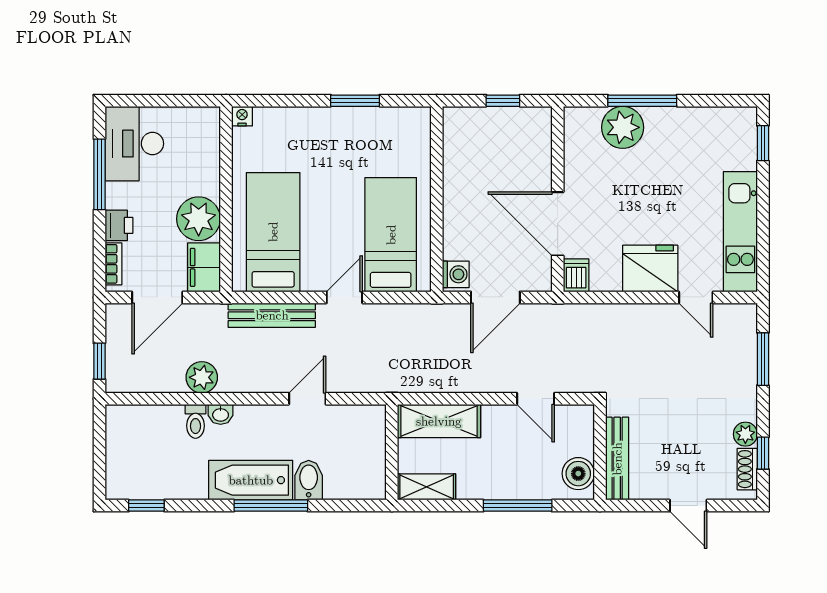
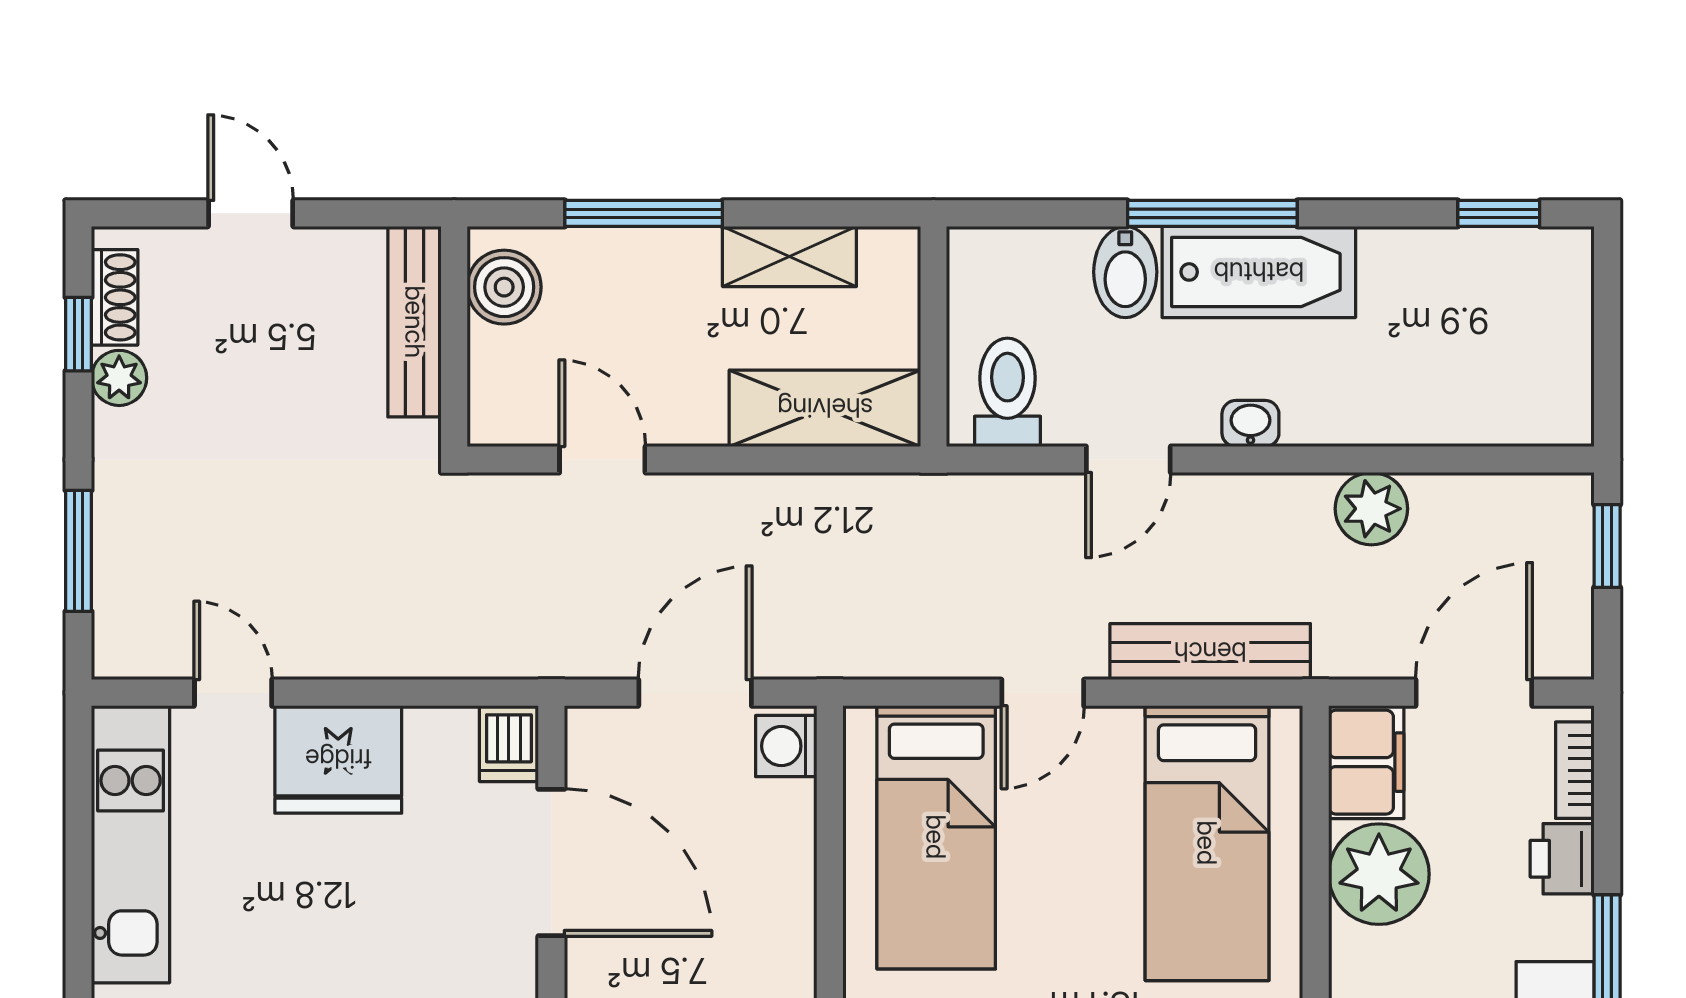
washbasin: (221, 414) -> (1250, 424), moved
toilet: (196, 421) -> (1007, 392), moved, width x1.37, depth x1.39
shelving: (427, 487) -> (789, 256), moved

